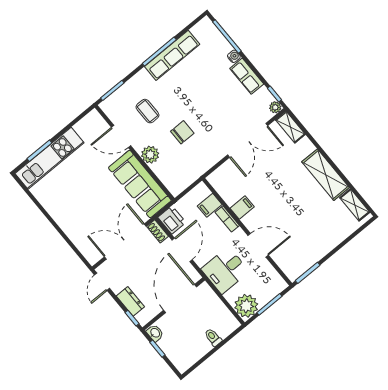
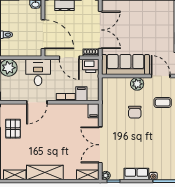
door: (121, 136) -> (161, 76), hinge flipped
filing cabinet: (242, 208) -> (94, 111), moved
pallet: (307, 247) -> (13, 129), added

